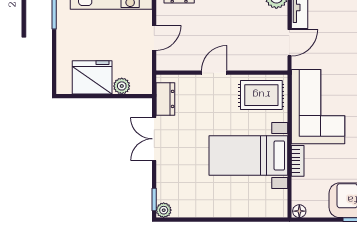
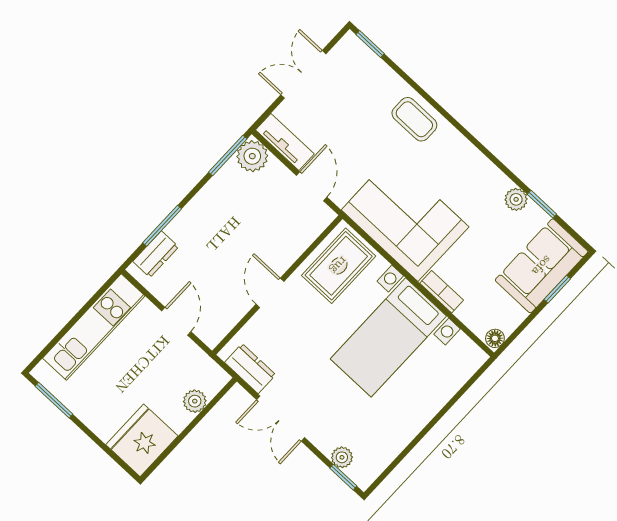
fridge: (92, 77) -> (142, 440), moved
plant: (164, 210) -> (342, 457), moved

